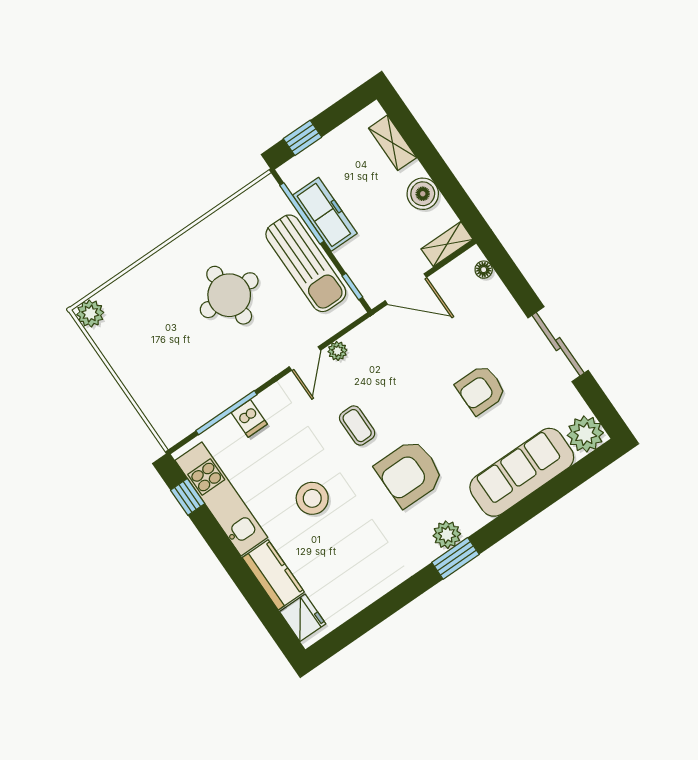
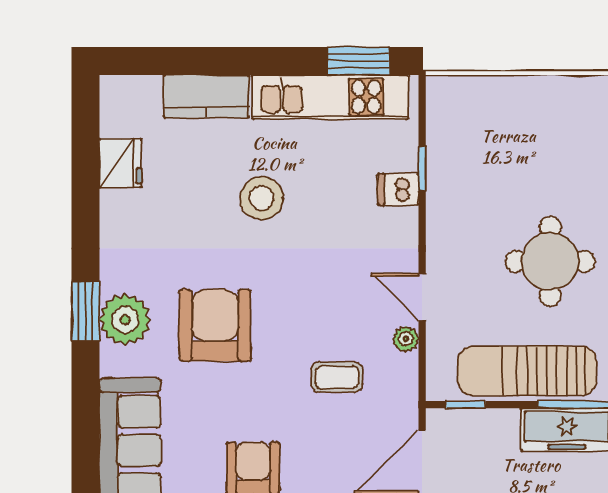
window: (226, 413) -> (422, 169), width x0.46
coffee table: (357, 426) -> (337, 377), moved
window: (188, 497) -> (358, 61), width x1.50
plant: (447, 535) -> (125, 320), width x1.36, depth x1.36
fridge: (303, 618) -> (120, 163), moved, turned -90

